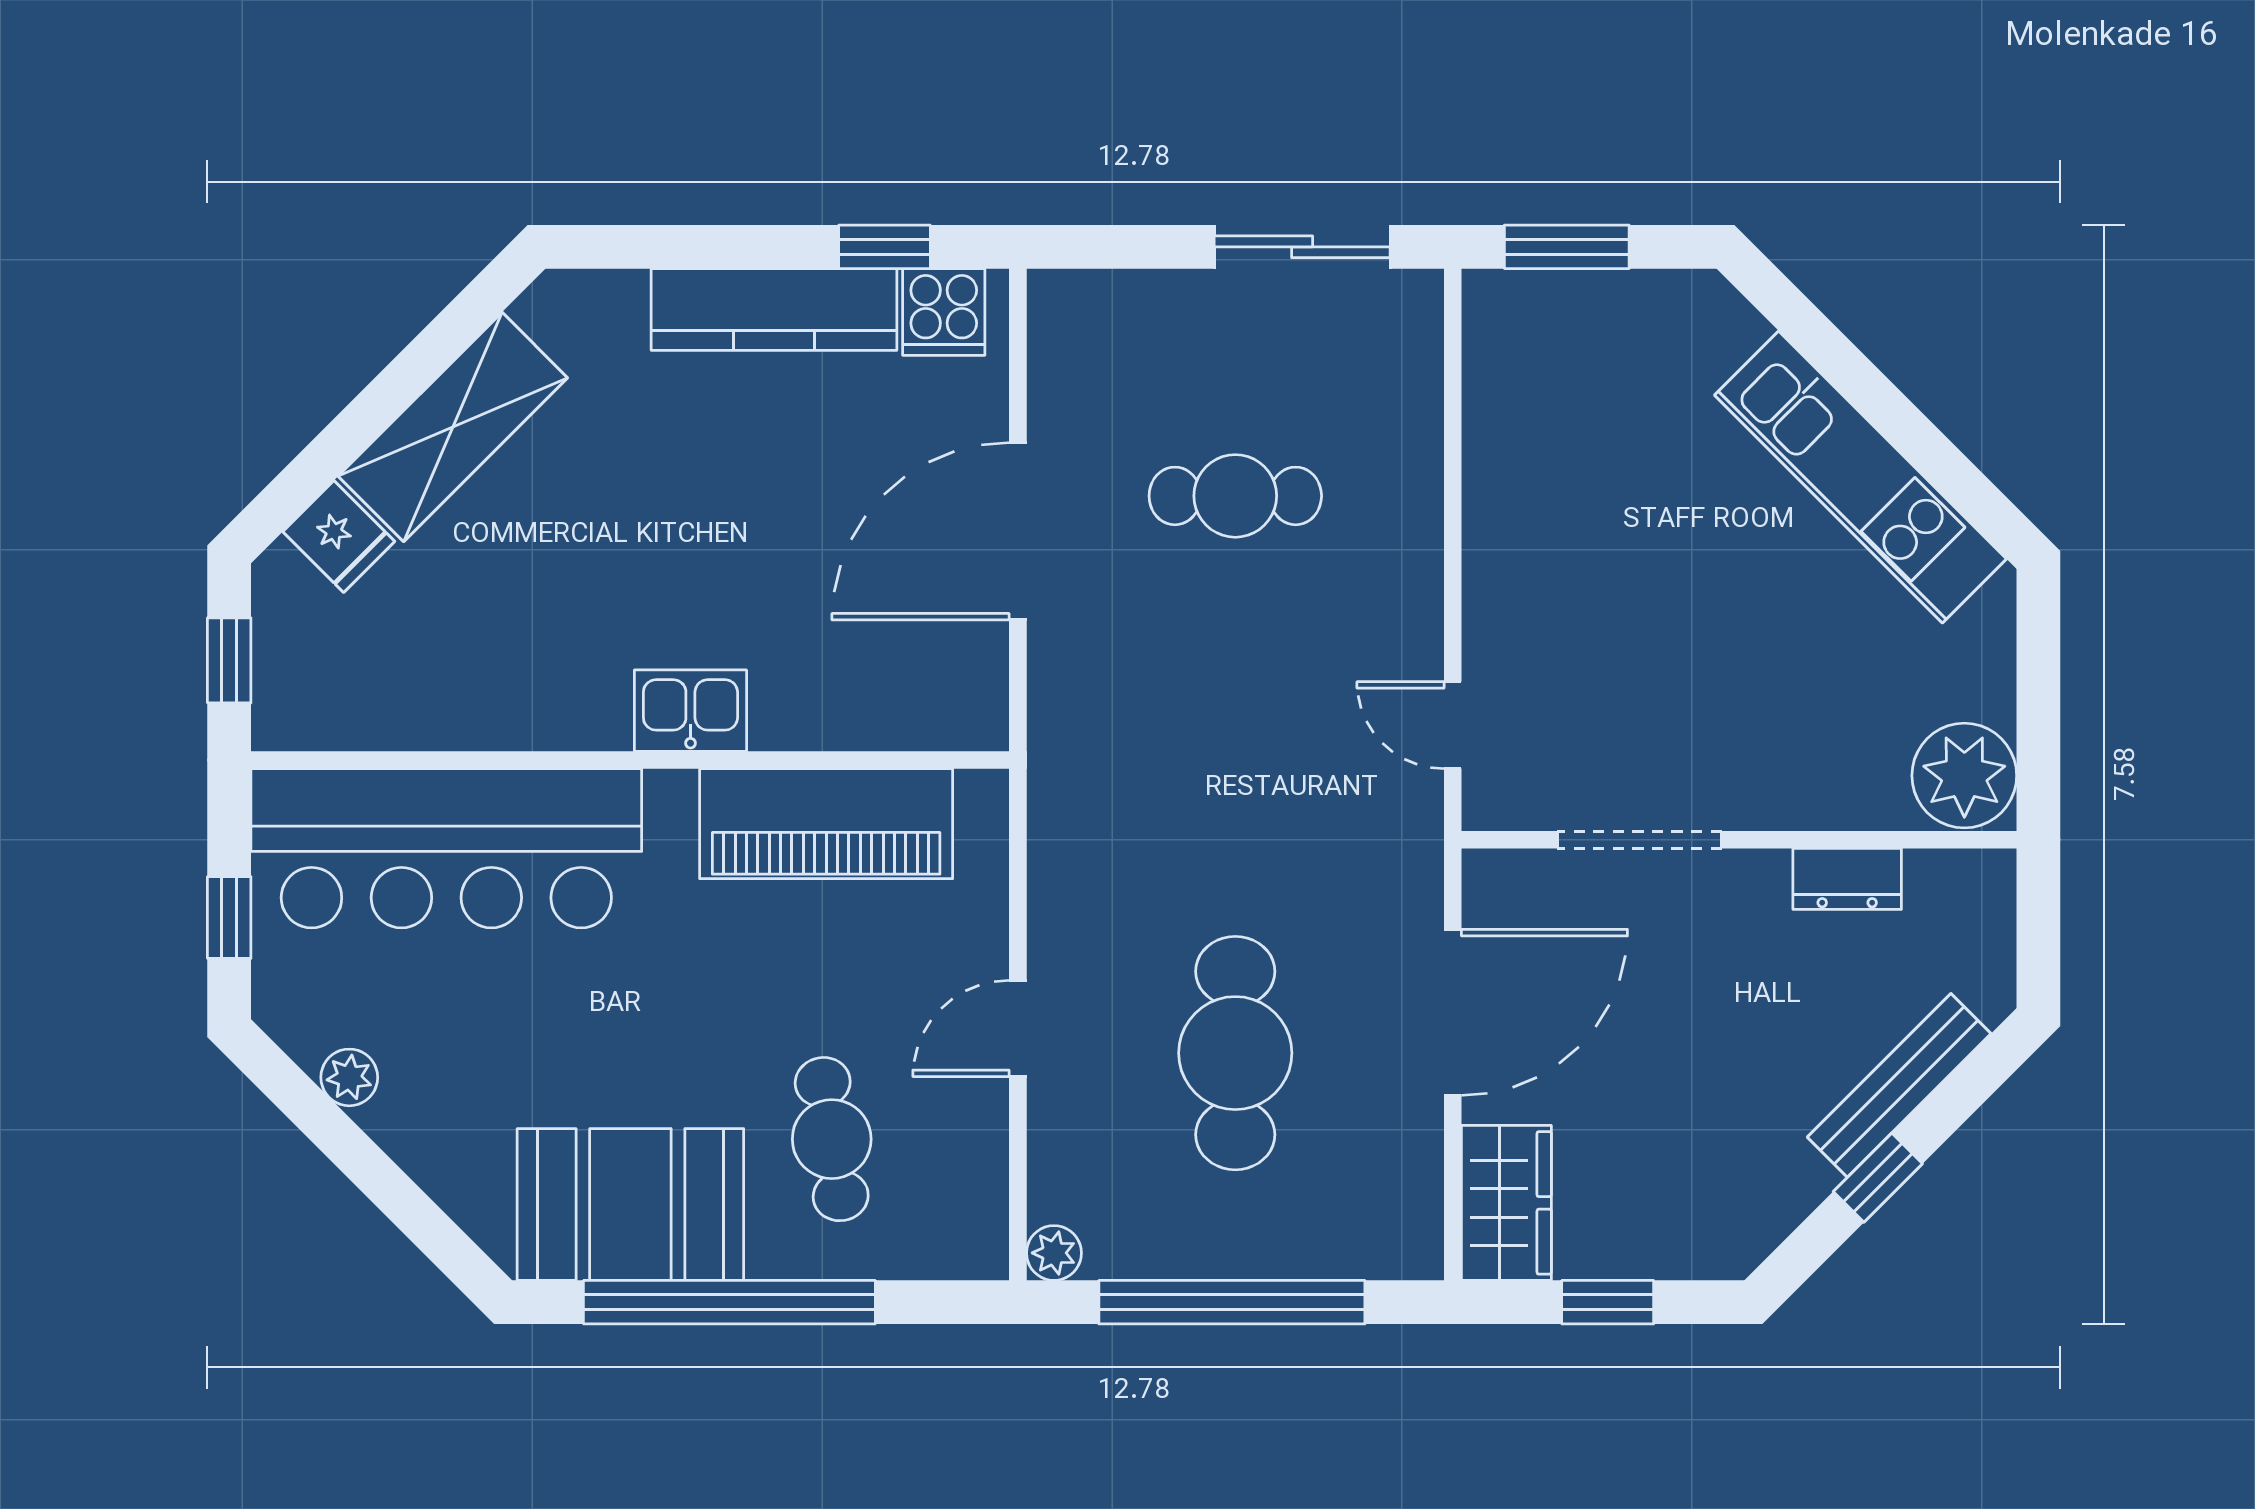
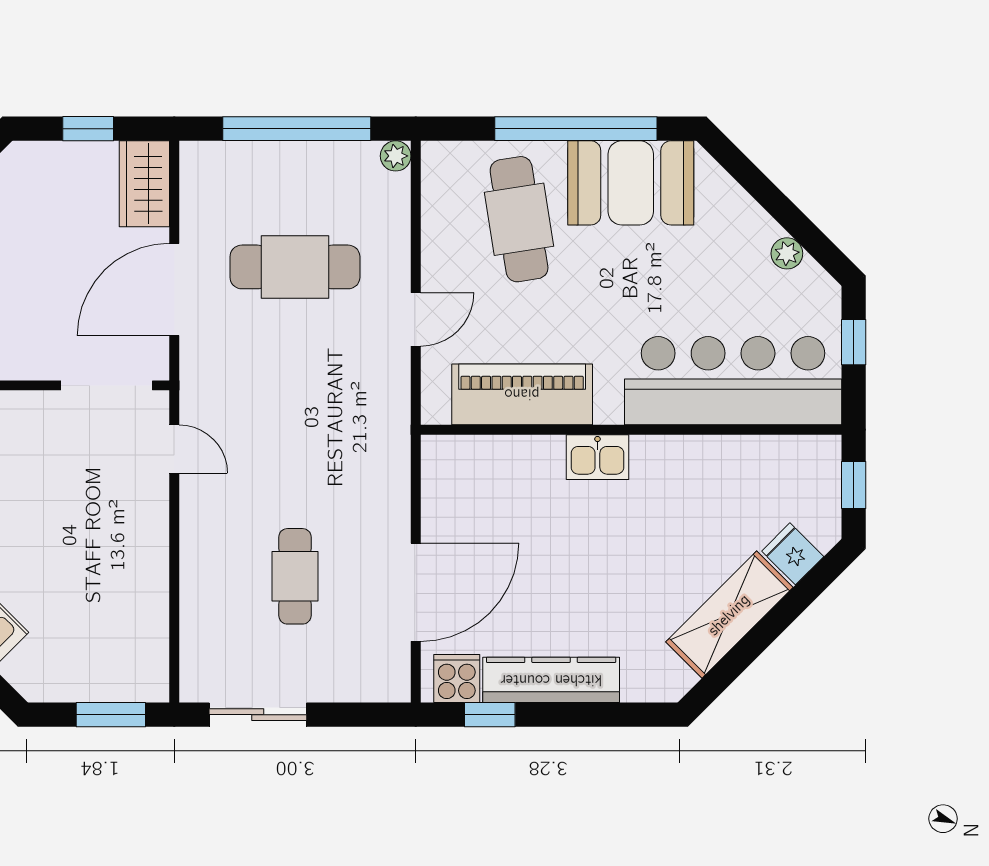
cafe table: (1235, 496) -> (295, 576), turned 90
door: (1018, 531) -> (416, 592), moved
doorway: (1639, 840) -> (107, 385), moved
door: (1018, 1028) -> (416, 319), moved
cafe table: (1235, 1053) -> (295, 267), turned 90
cafe table: (832, 1139) -> (519, 219), width x1.37, depth x1.35

